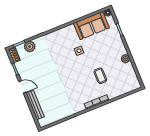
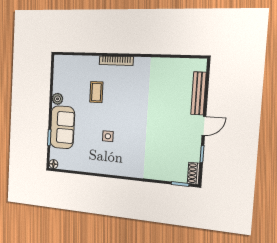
sofa: (91, 25) -> (62, 127), moved, turned 90
plant: (30, 47) -> (168, 173), removed
door: (22, 87) -> (204, 126), swing flipped

